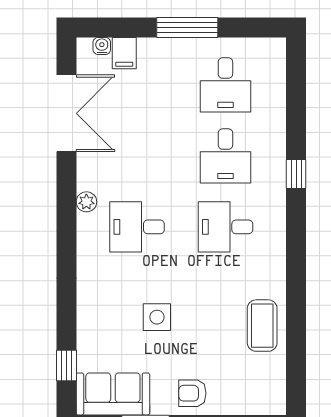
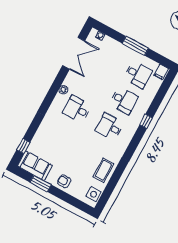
filing cabinet: (124, 53) -> (161, 72), moved
desk: (225, 85) -> (138, 75), turned -90
desk: (225, 156) -> (124, 101), turned -90
side table: (157, 317) -> (93, 194), moved

